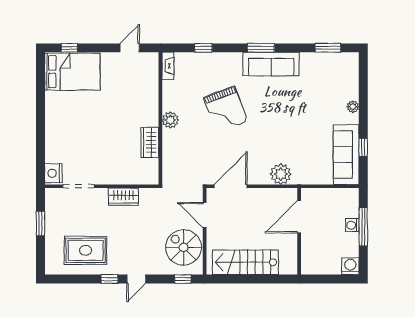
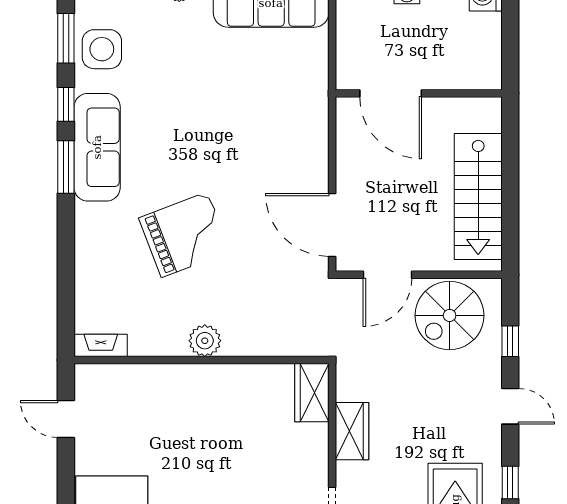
window: (203, 48) -> (66, 104), moved
side table: (322, 66) -> (102, 49), added
wardrobe: (150, 143) -> (312, 393), moved, turned 90
plant: (281, 174) -> (309, 129), removed
window: (110, 279) -> (510, 483), moved
window: (183, 279) -> (510, 341), moved

